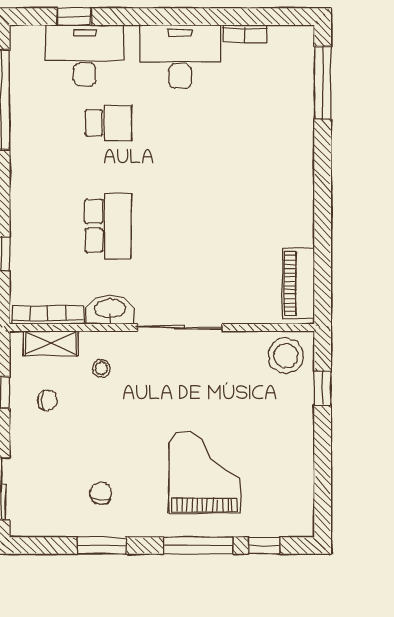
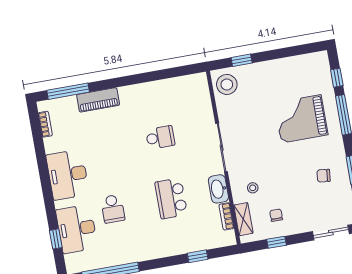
bookcase: (244, 34) -> (45, 124), moved
school desk: (108, 123) -> (113, 209), turned 180
school desk: (108, 226) -> (171, 198), turned -90
school desk: (216, 226) -> (160, 137), added
piano: (299, 284) -> (98, 100), moved
bookcase: (48, 315) -> (226, 216), width x0.64

